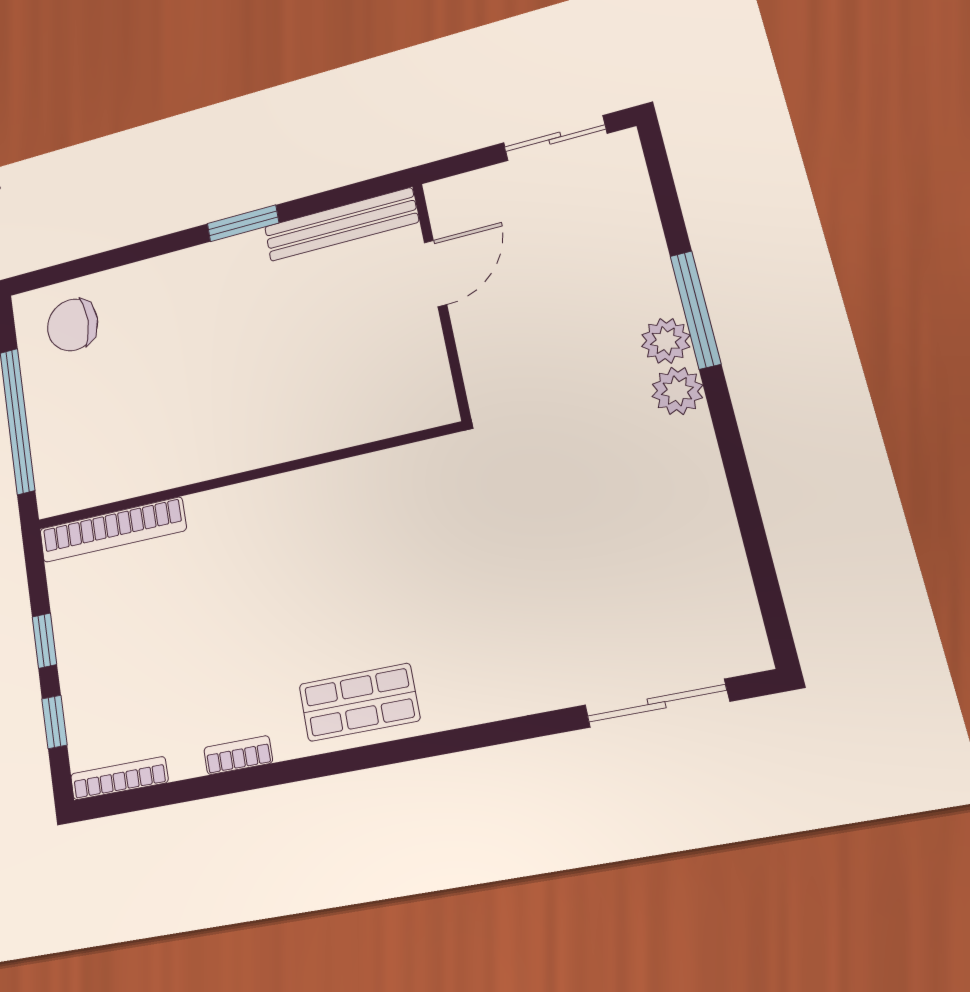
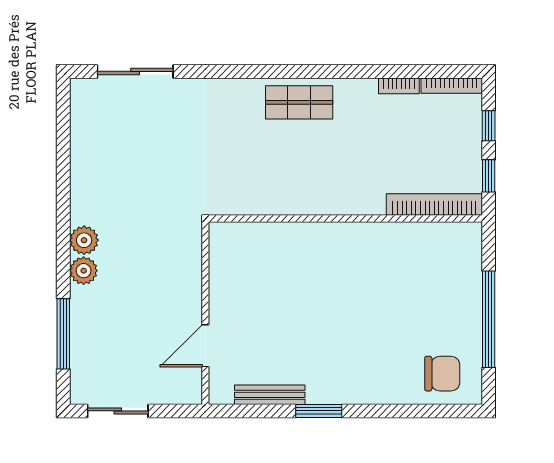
bench: (341, 225) -> (270, 395), width x0.73, depth x0.82
window: (695, 310) -> (63, 334), moved
wall: (244, 477) -> (345, 219), moved
bookcase: (112, 530) -> (434, 205), moved
bookcase: (238, 755) -> (399, 86), moved

